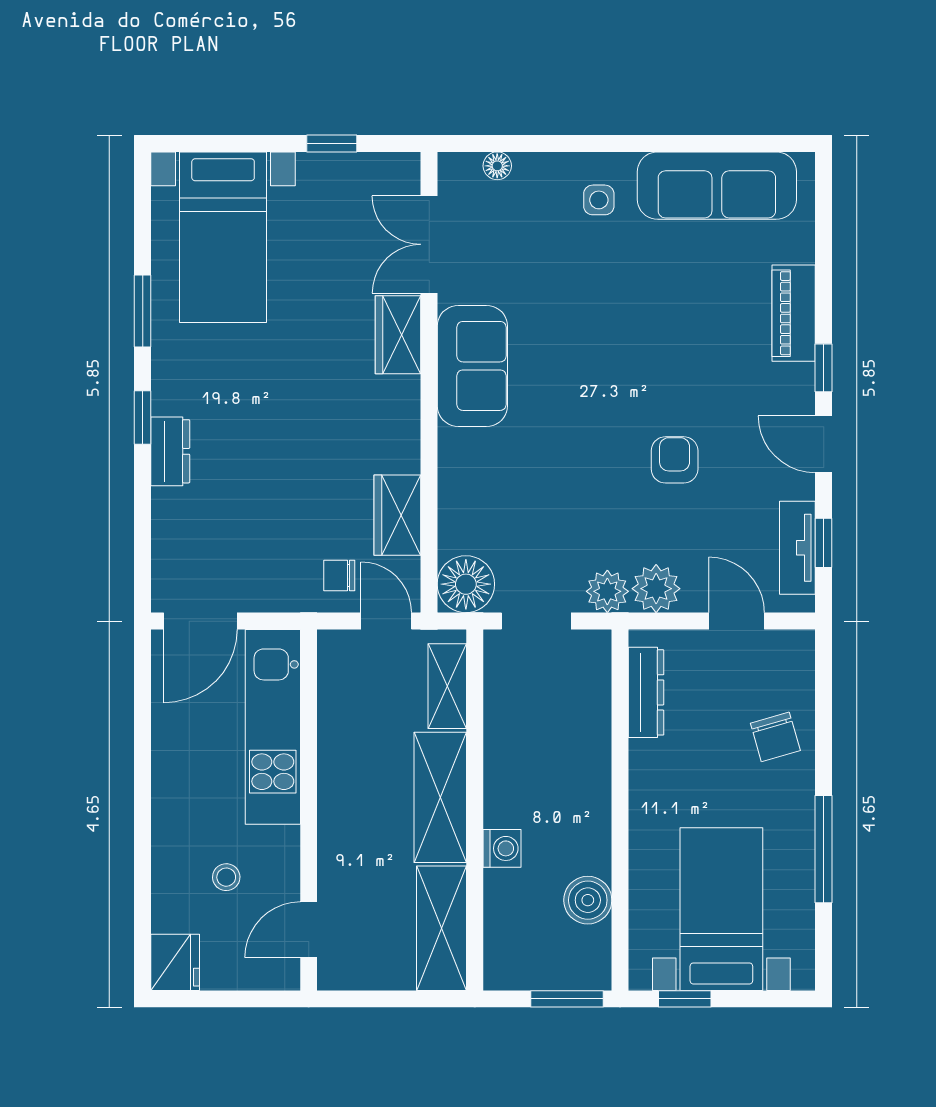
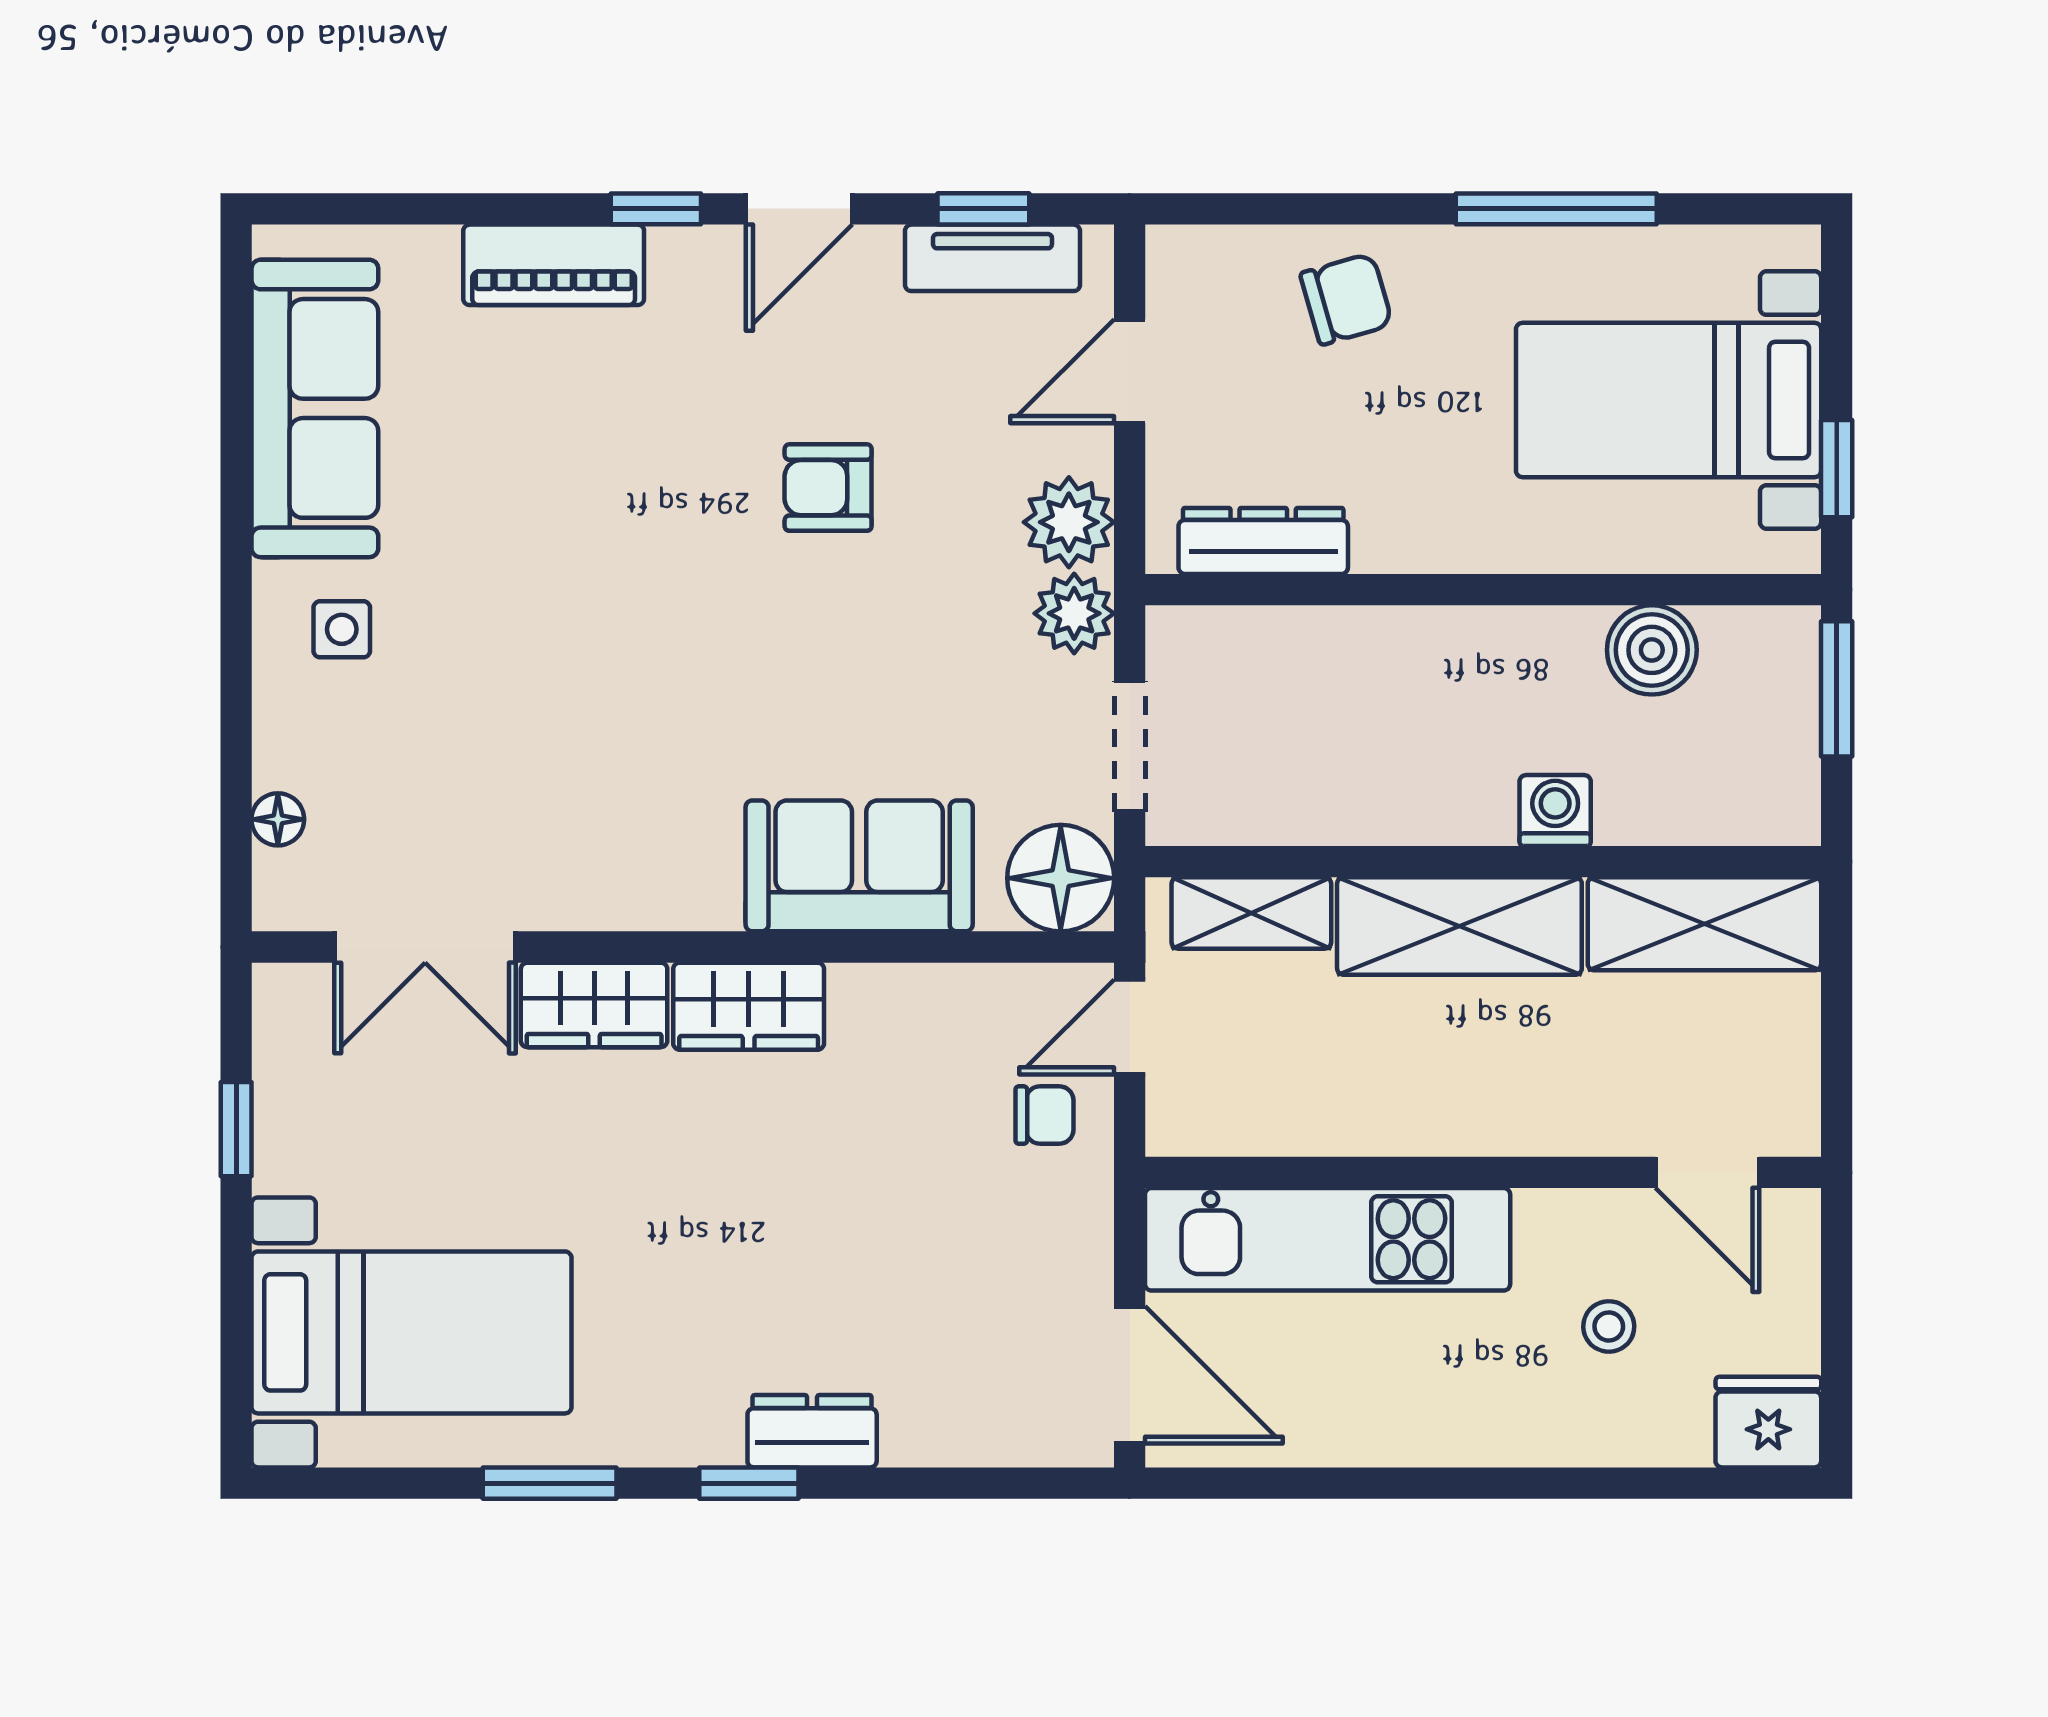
sofa: (472, 366) -> (859, 866), moved
wardrobe: (397, 515) -> (749, 1006), moved
chair: (339, 575) -> (1044, 1115), turned -90

